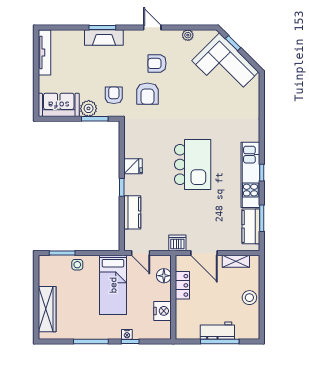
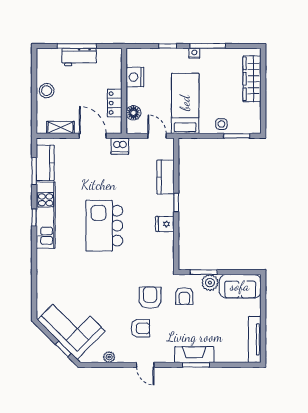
nightstand: (127, 334) -> (194, 53), moved

